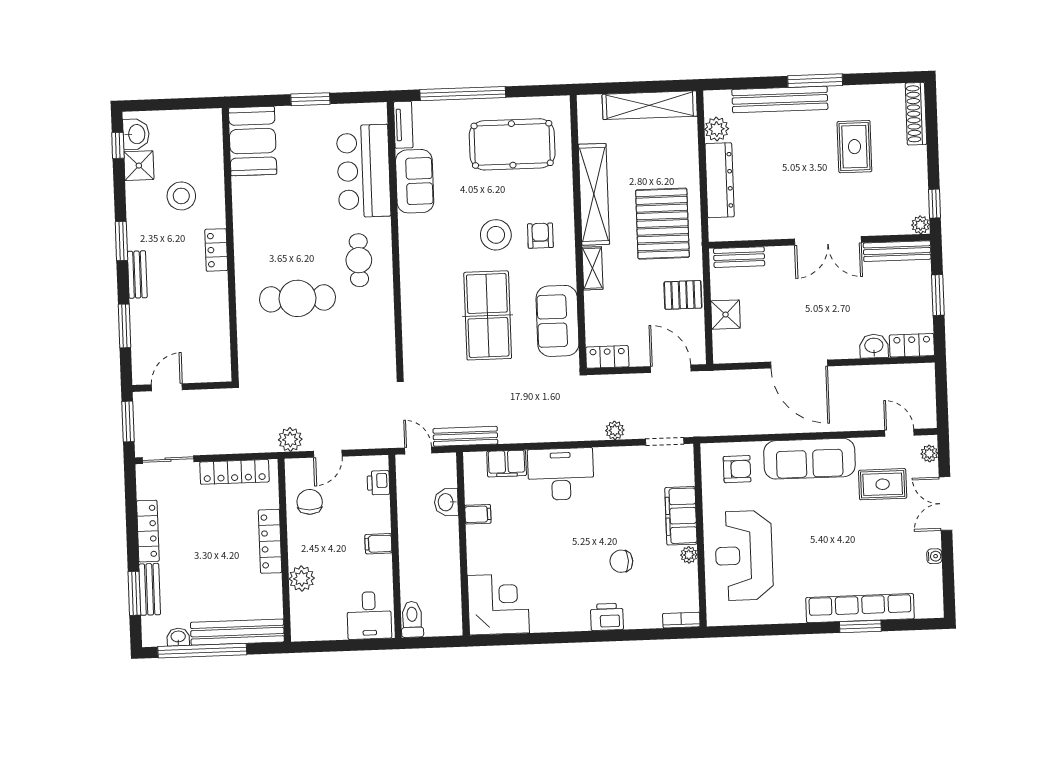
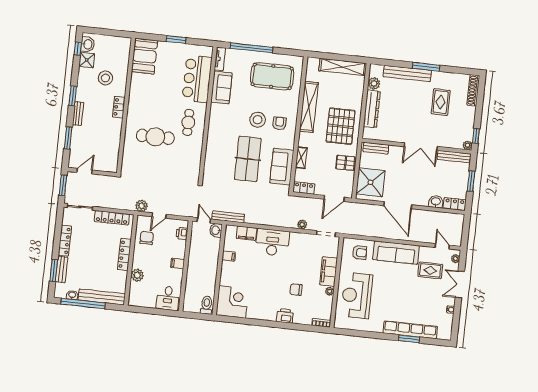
shelving: (592, 268) -> (301, 158), moved
shower: (726, 315) -> (370, 182), width x1.86, depth x1.86
door: (671, 369) -> (334, 198), swing flipped
washbasin: (446, 502) -> (216, 230), moved
toilet: (412, 619) -> (207, 305), moved

